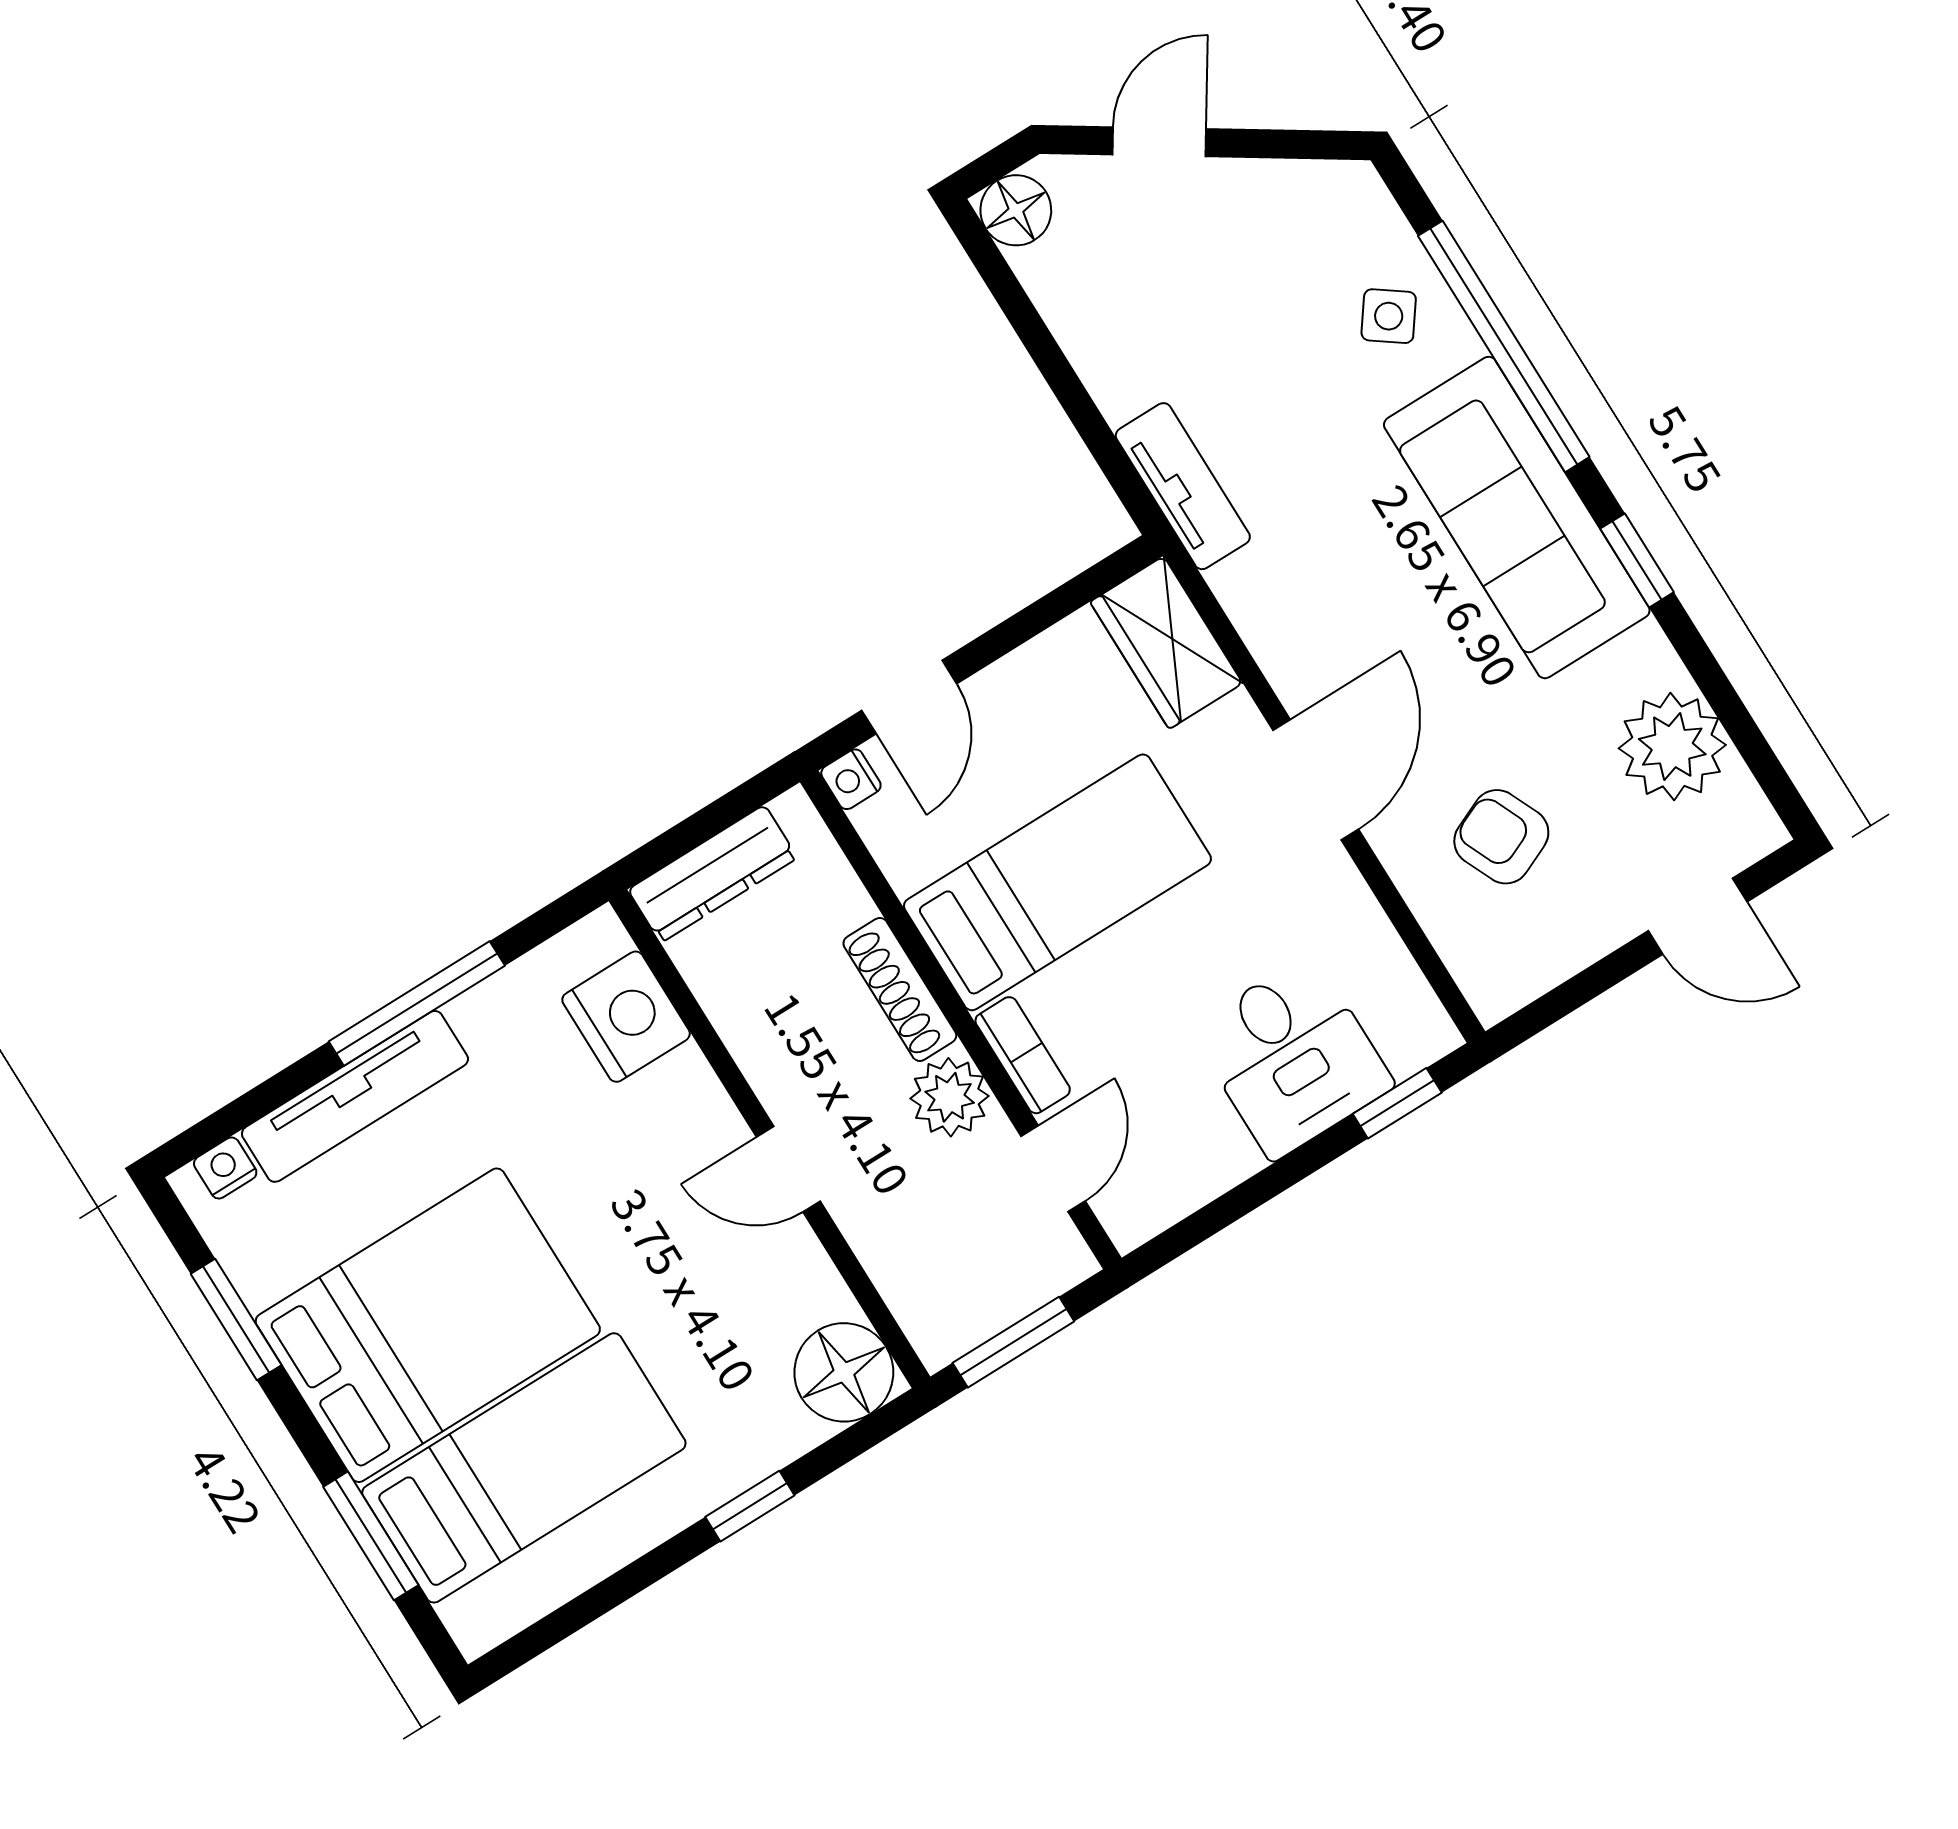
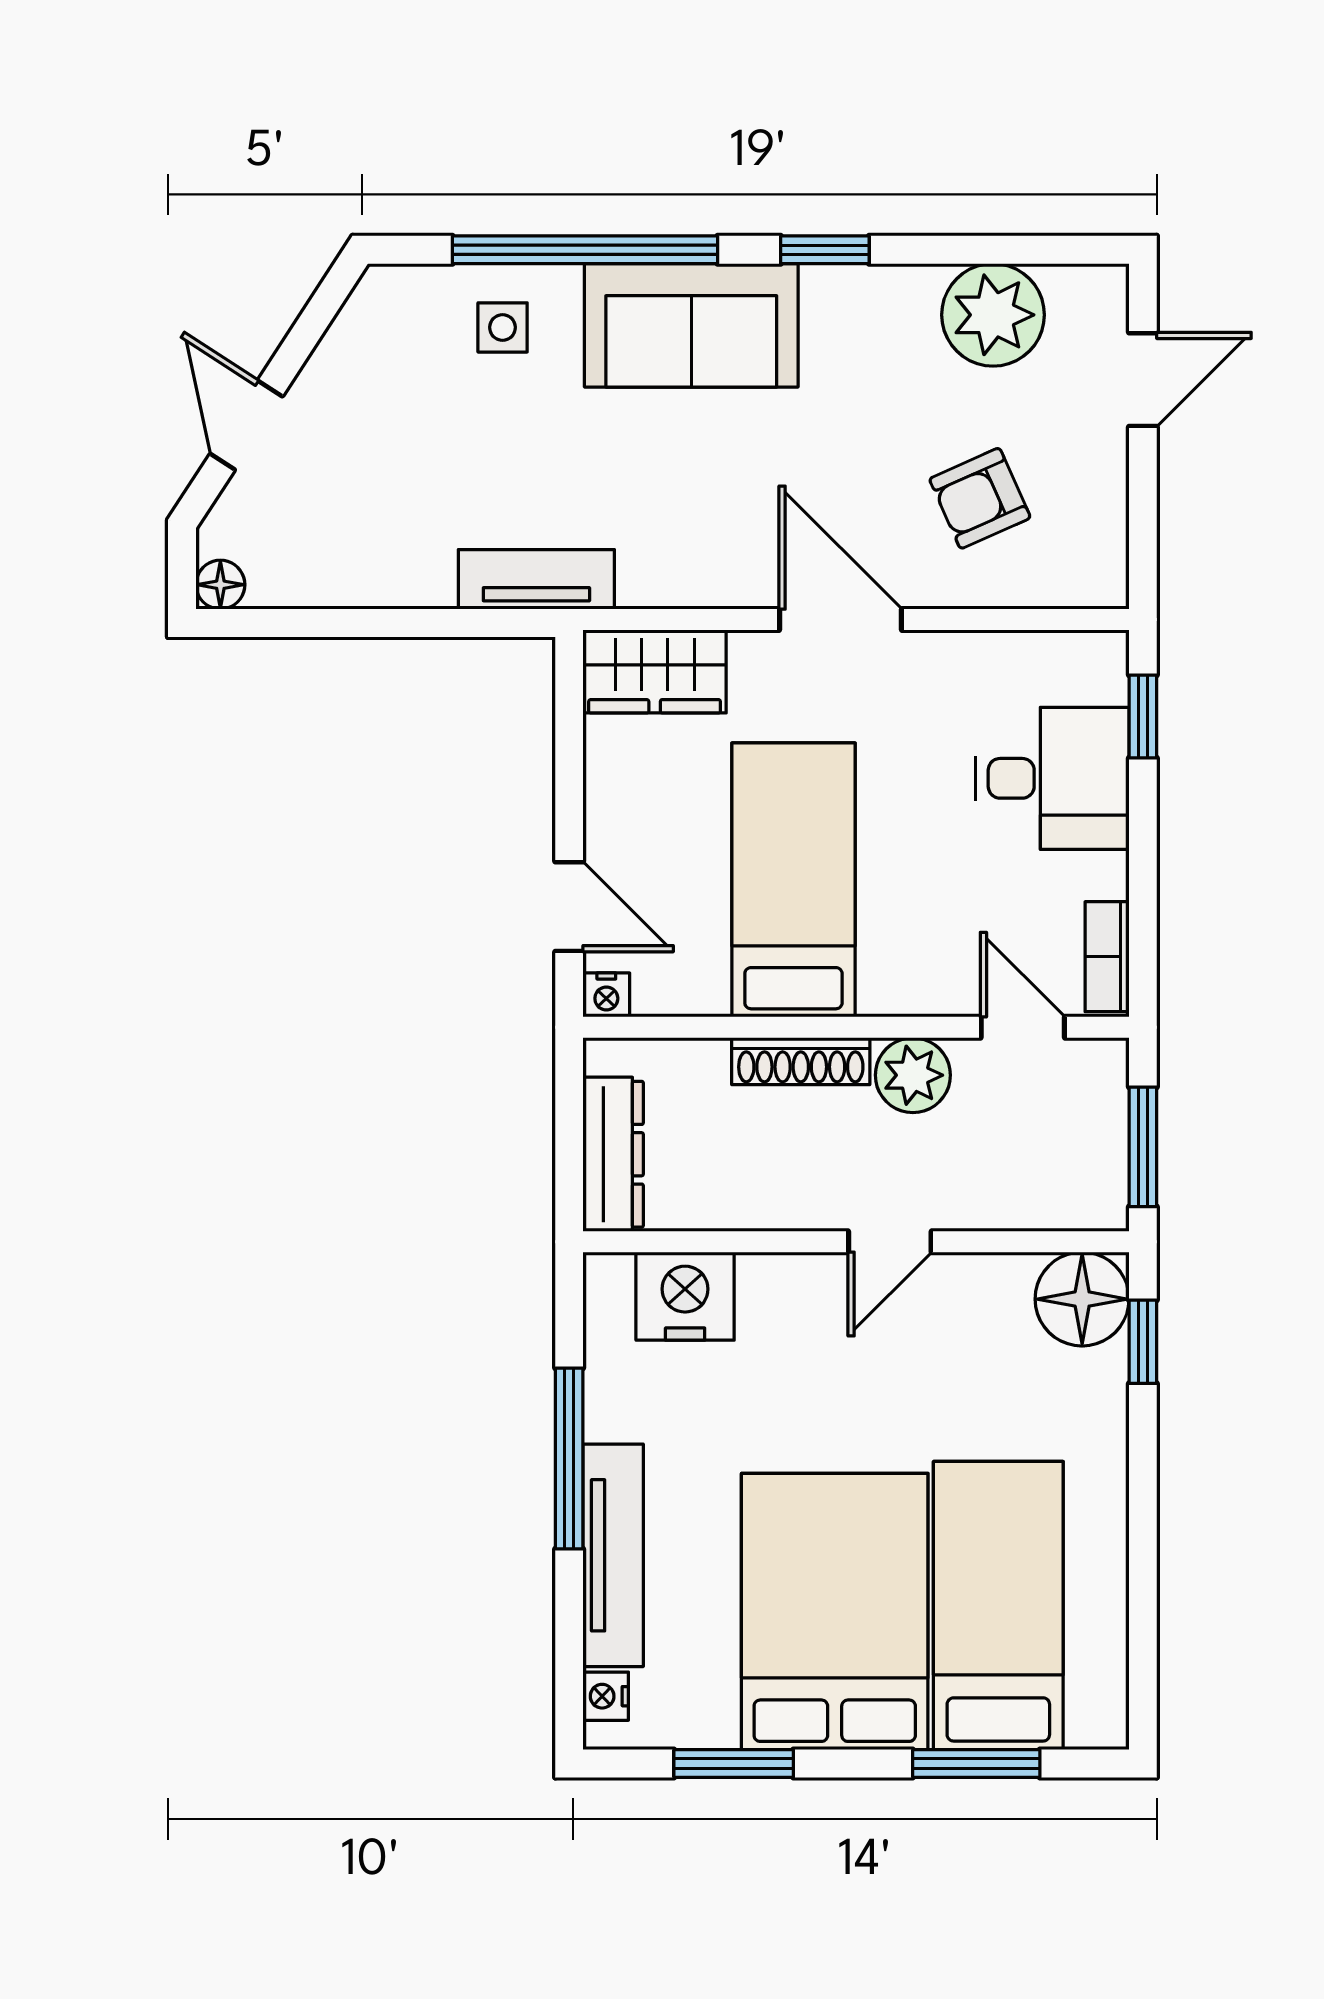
floor lamp: (1016, 210) -> (220, 585), width x0.73, depth x0.73
side table: (1389, 316) -> (503, 327), turned -36
sofa: (1517, 518) -> (691, 325), width x0.73
bookcase: (1023, 1055) -> (1107, 957), moved, turned -90
window: (750, 1506) -> (1143, 1342), moved

